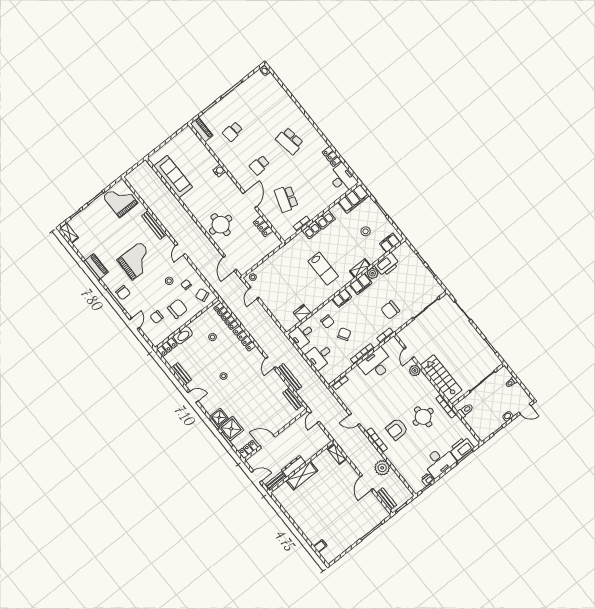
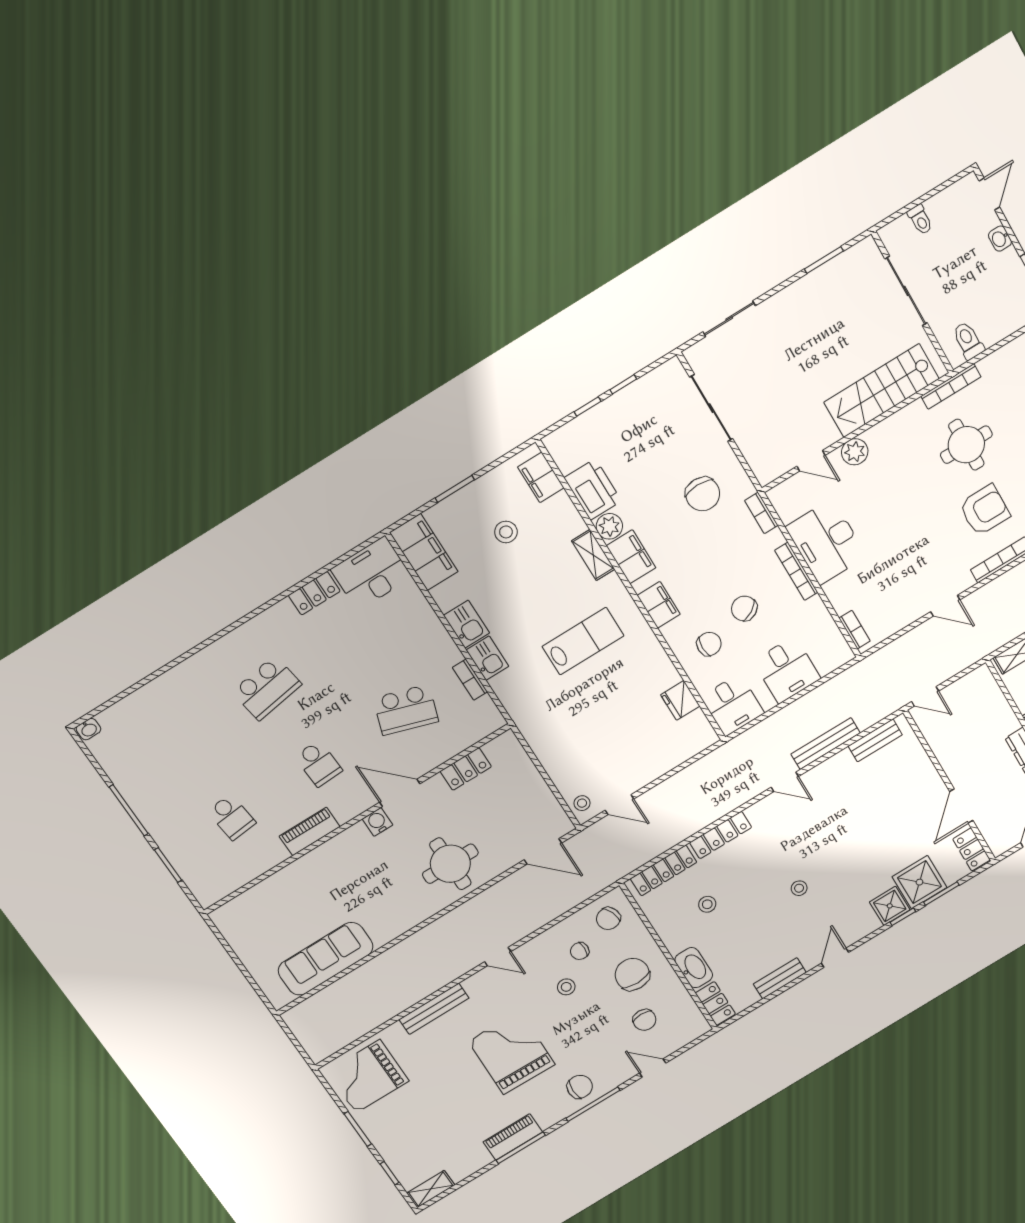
piano: (202, 130) -> (310, 831), moved
water cooler: (219, 171) -> (377, 822), moved
door: (354, 419) -> (945, 606), hinge flipped
armchair: (397, 429) -> (985, 510), turned -90

